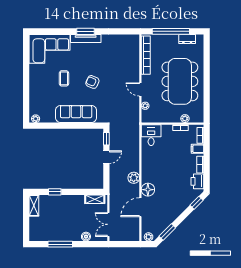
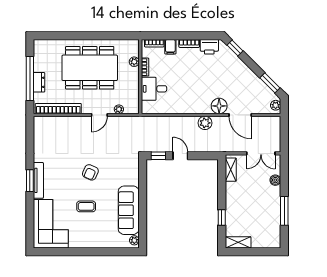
dresser: (187, 39) -> (39, 82), moved
sofa: (76, 114) -> (129, 210), moved
desk: (151, 135) -> (154, 89), moved

